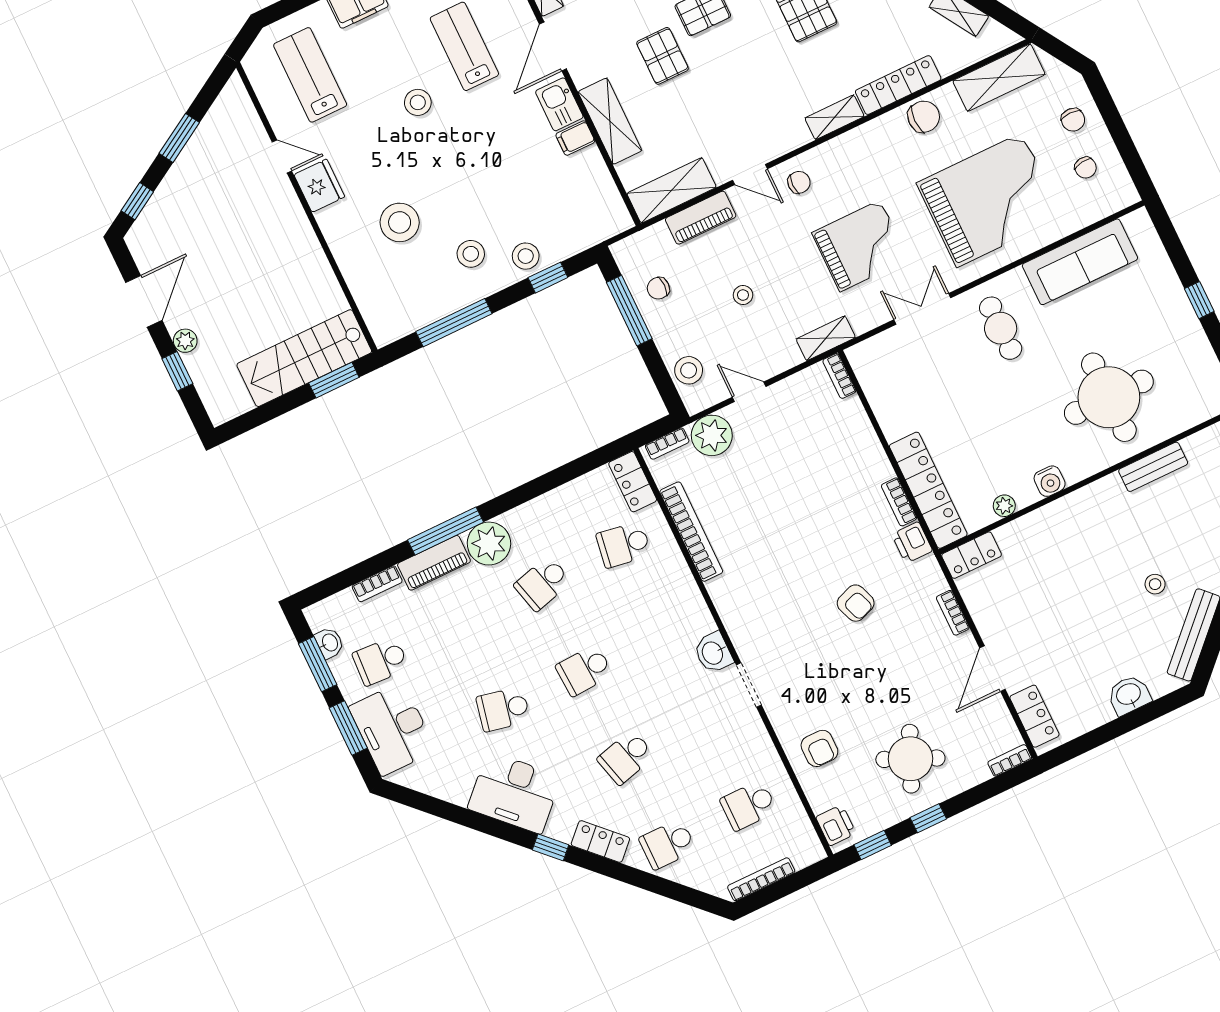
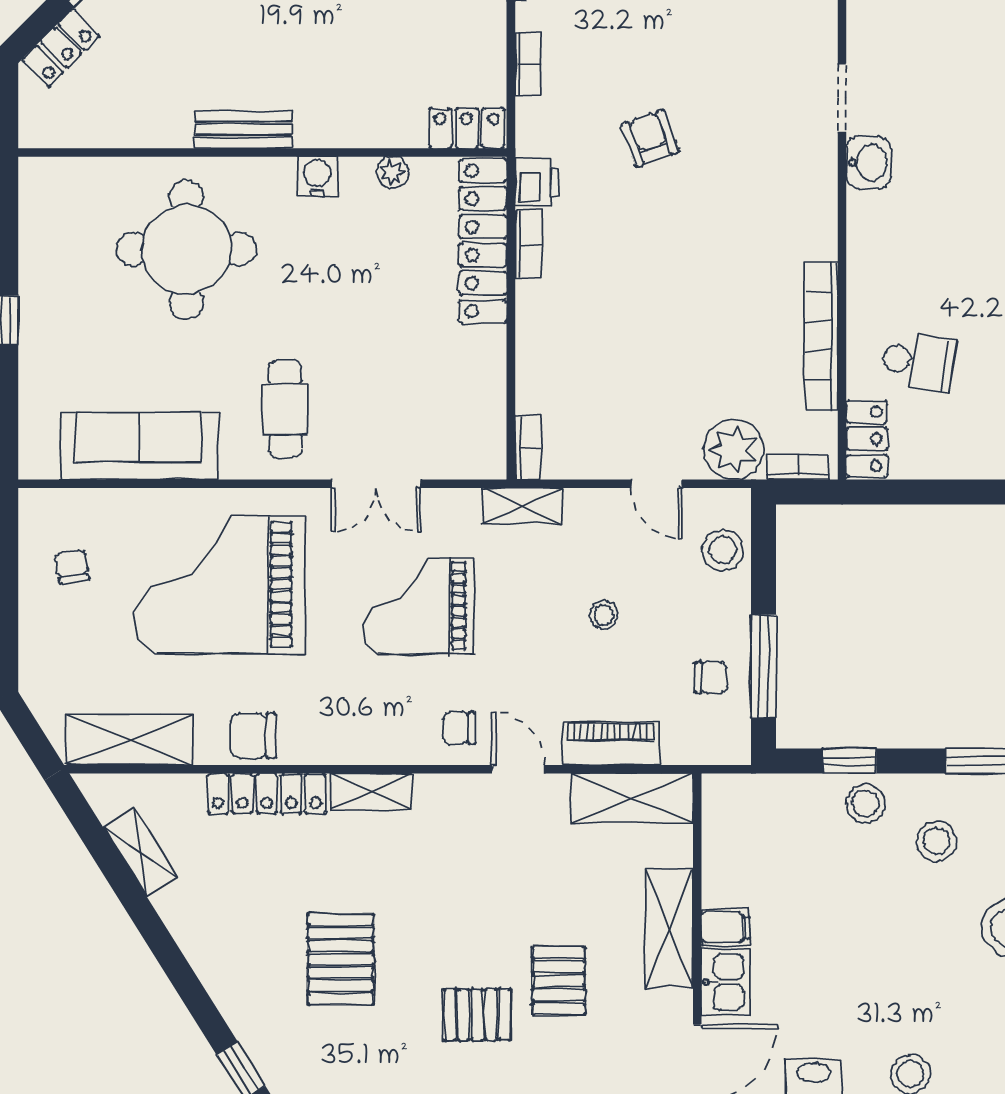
chair: (1073, 120) -> (58, 638), removed
bench: (1153, 467) -> (243, 130), moved

